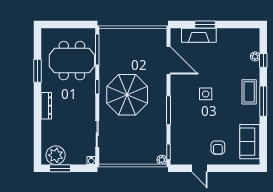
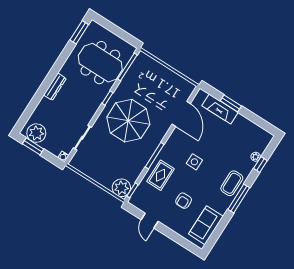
window: (37, 71) -> (79, 32), moved
rug: (184, 124) -> (161, 175), added
armchair: (218, 148) -> (184, 201), moved
plant: (162, 160) -> (121, 188), width x1.87, depth x1.87

